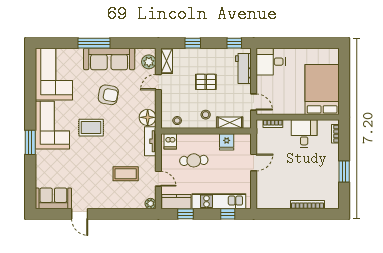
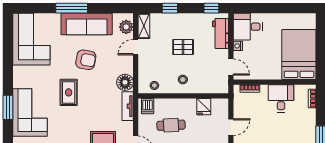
nightstand: (261, 81) -> (238, 46), added
shelving: (230, 123) -> (207, 88), removed
corner sofa: (52, 125) -> (30, 112), moved
rug: (91, 128) -> (69, 92), turned 90

